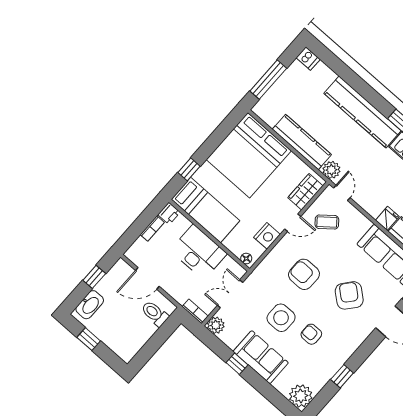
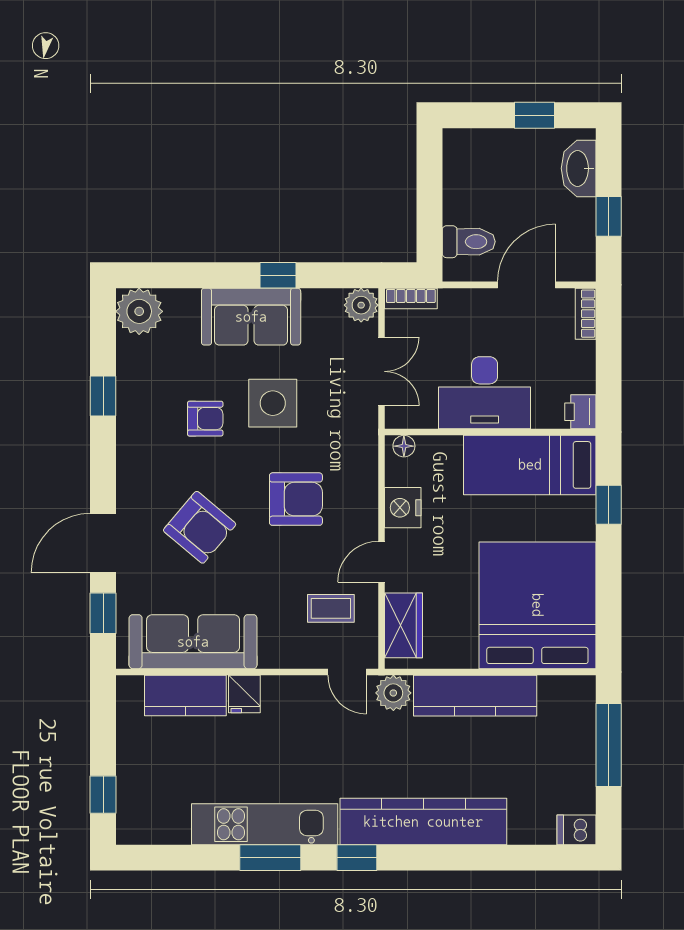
coffee table: (327, 222) -> (331, 608), turned 39
bookcase: (152, 228) -> (586, 314), moved

